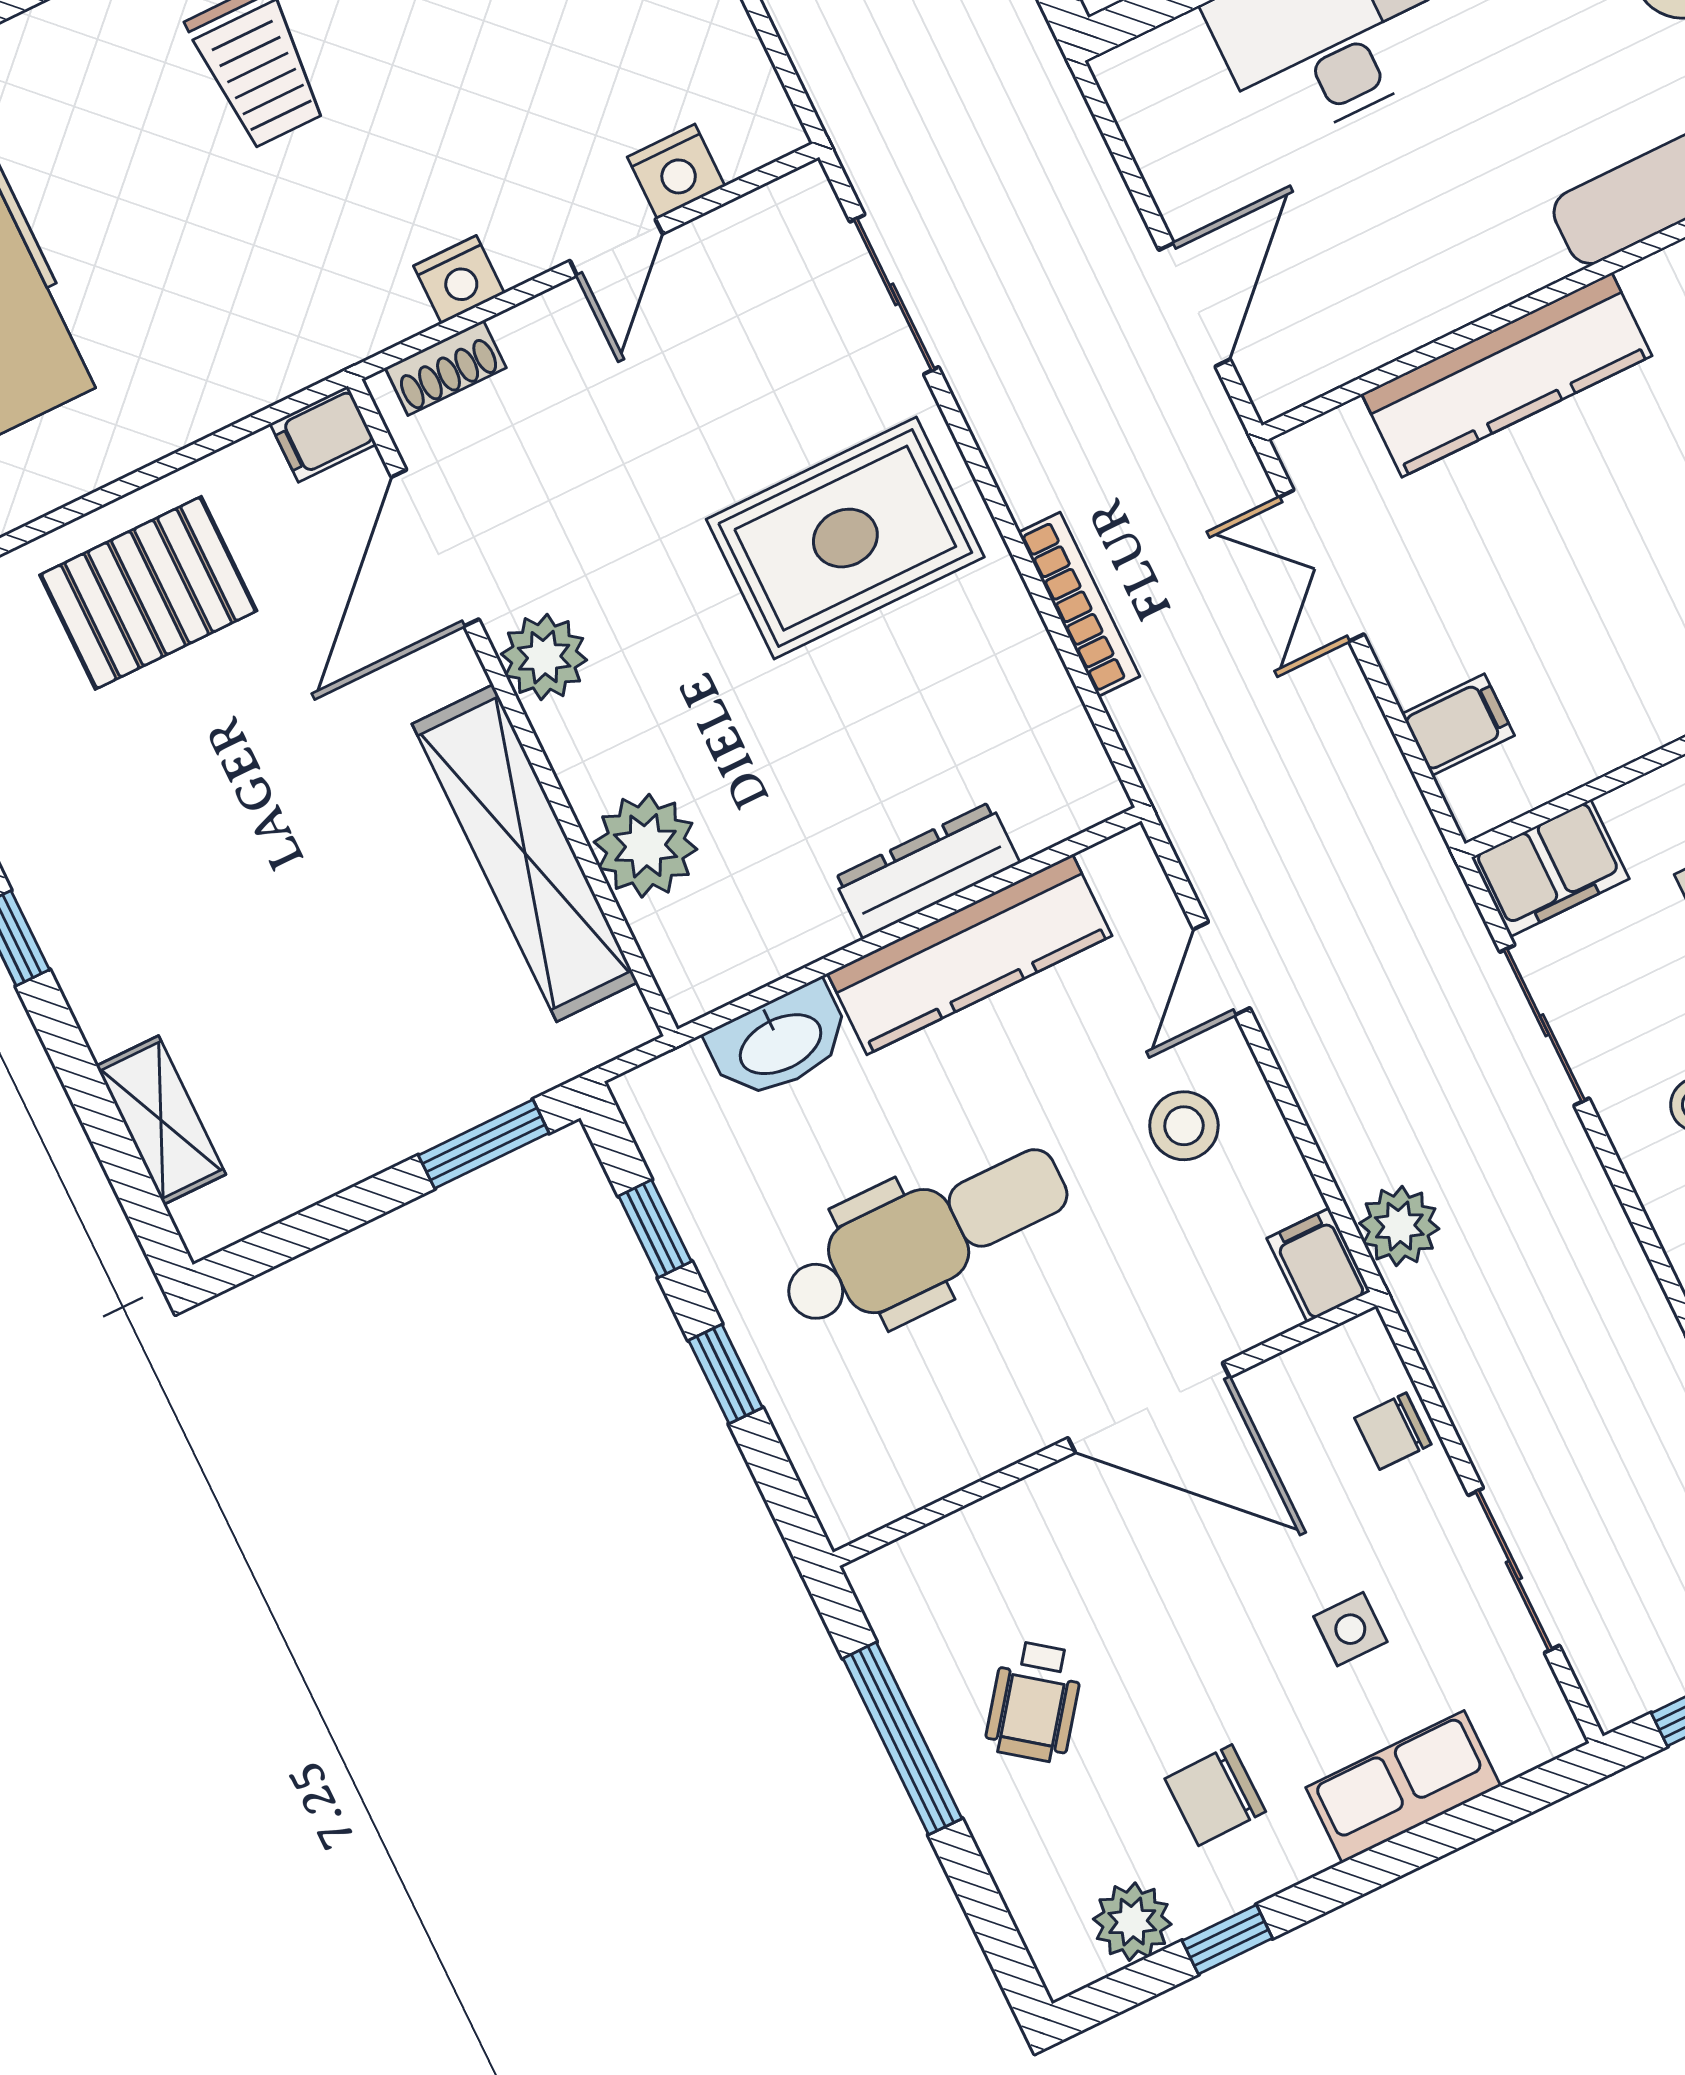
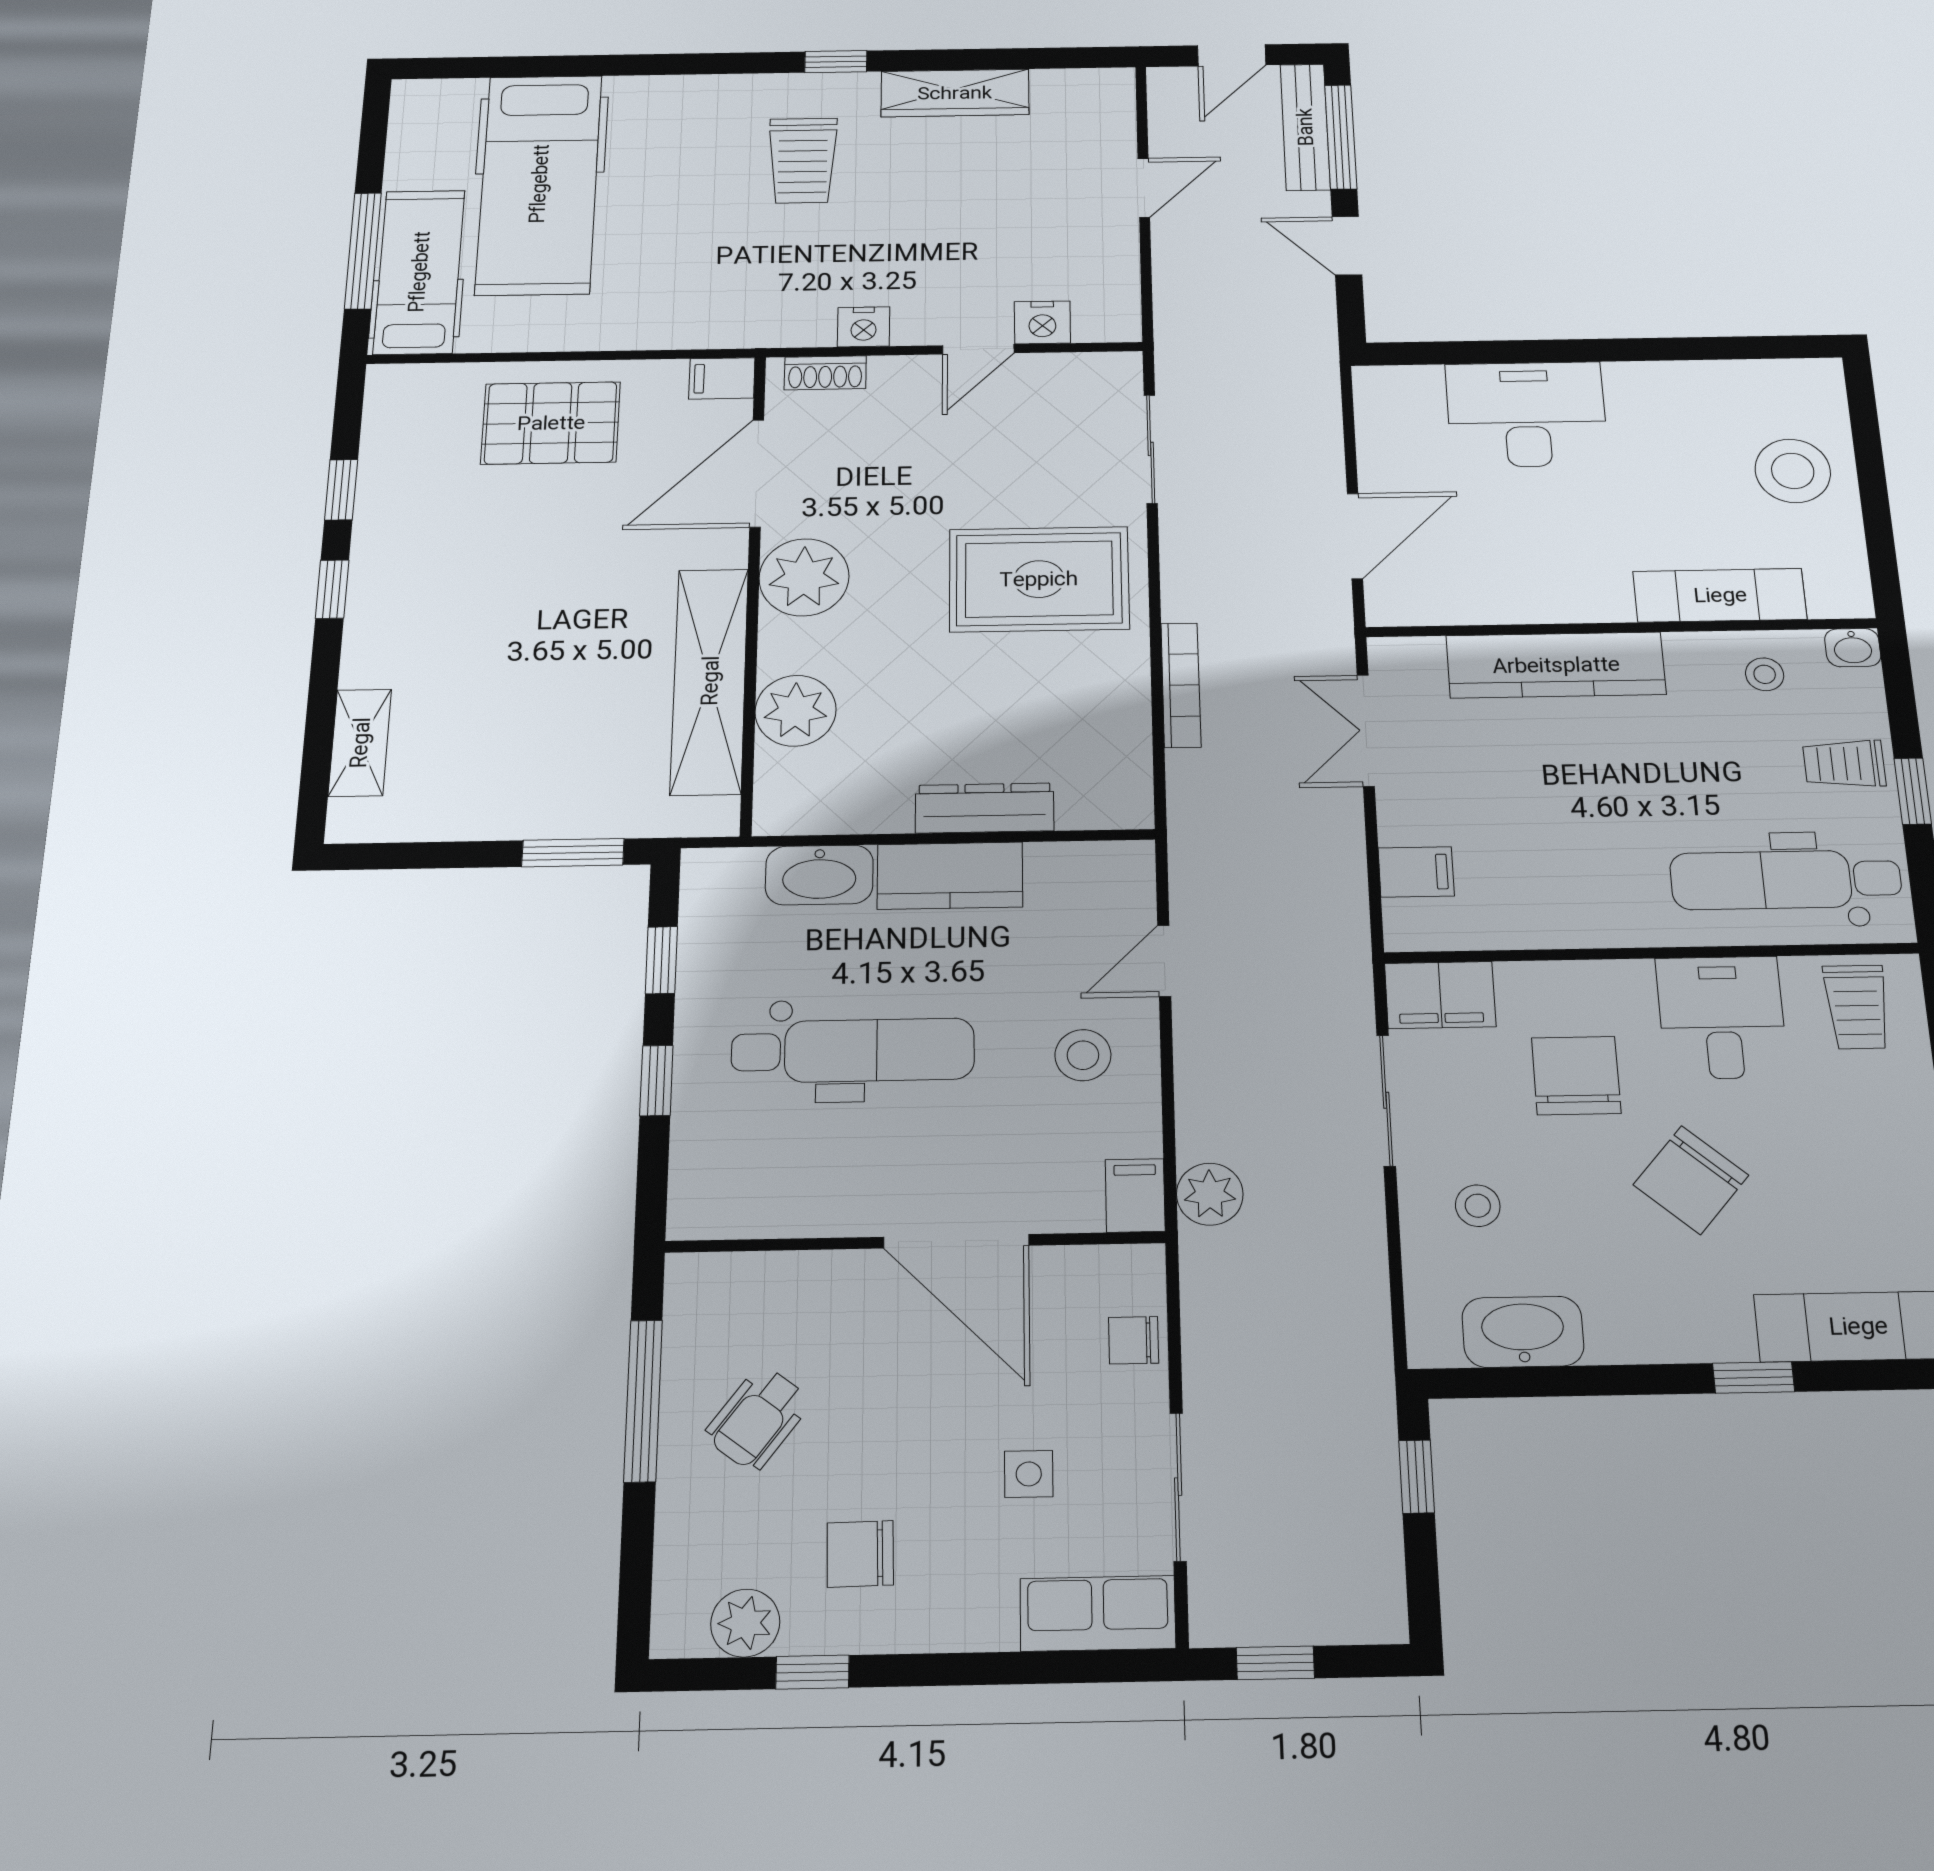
plant: (544, 657) -> (804, 577), width x1.36, depth x1.36
kitchen counter: (970, 955) -> (950, 876), width x0.67
row of seats: (1403, 1787) -> (1098, 1613), moved

